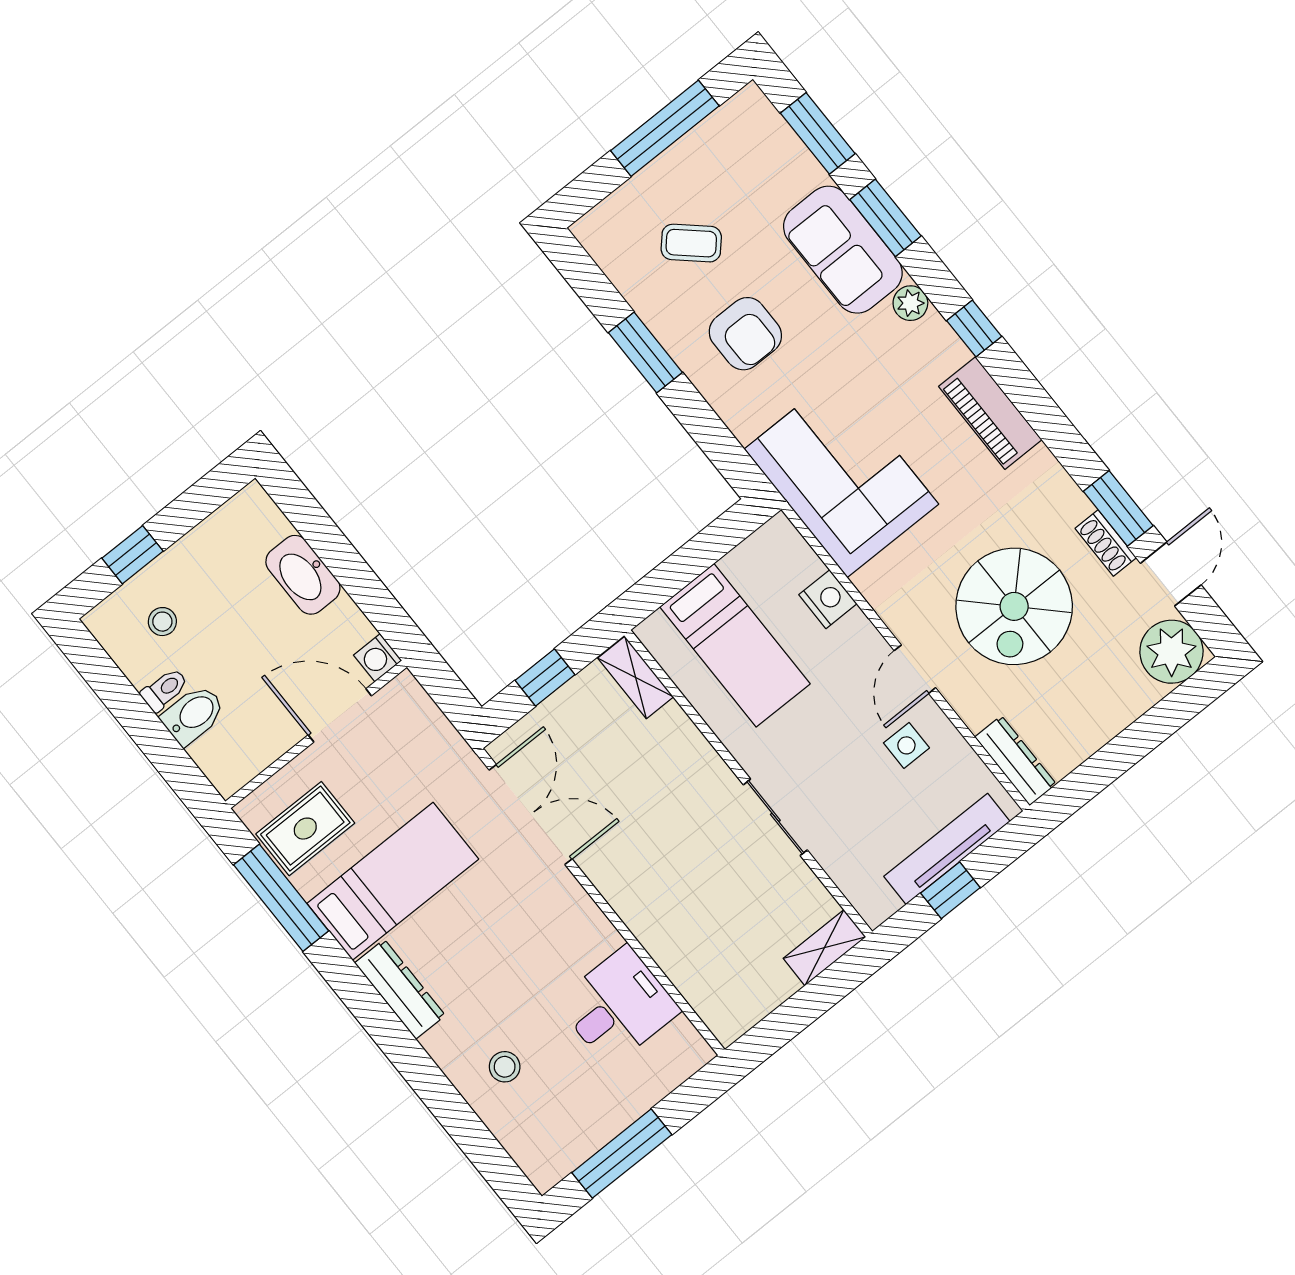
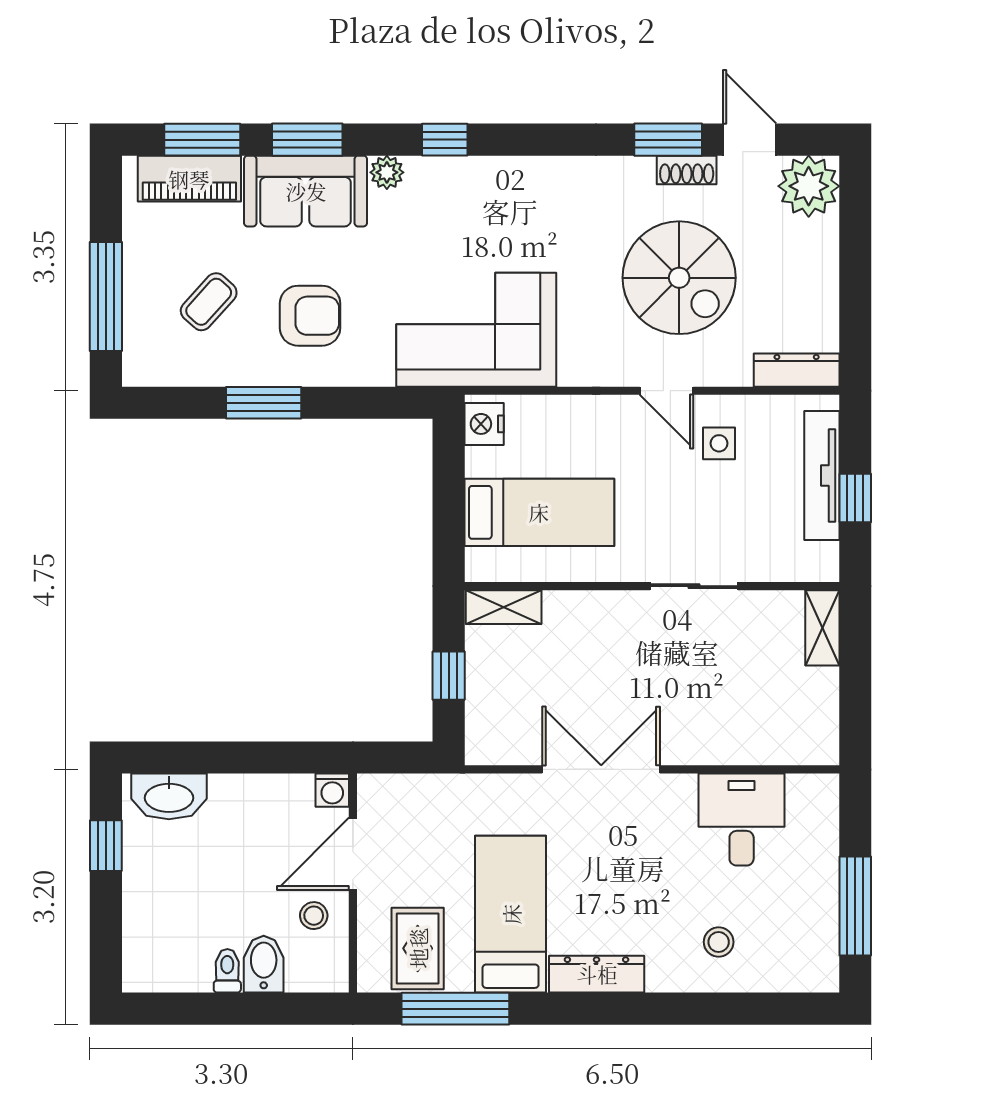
window: (665, 128) -> (106, 296), moved
piano: (990, 413) -> (189, 179), moved
window: (132, 555) -> (106, 846), moved
washbasin: (303, 575) -> (169, 796), moved
nightstand: (828, 599) -> (484, 424), moved, turned -90
stool: (162, 622) -> (314, 916), moved
double door: (531, 814) -> (601, 769), moved

